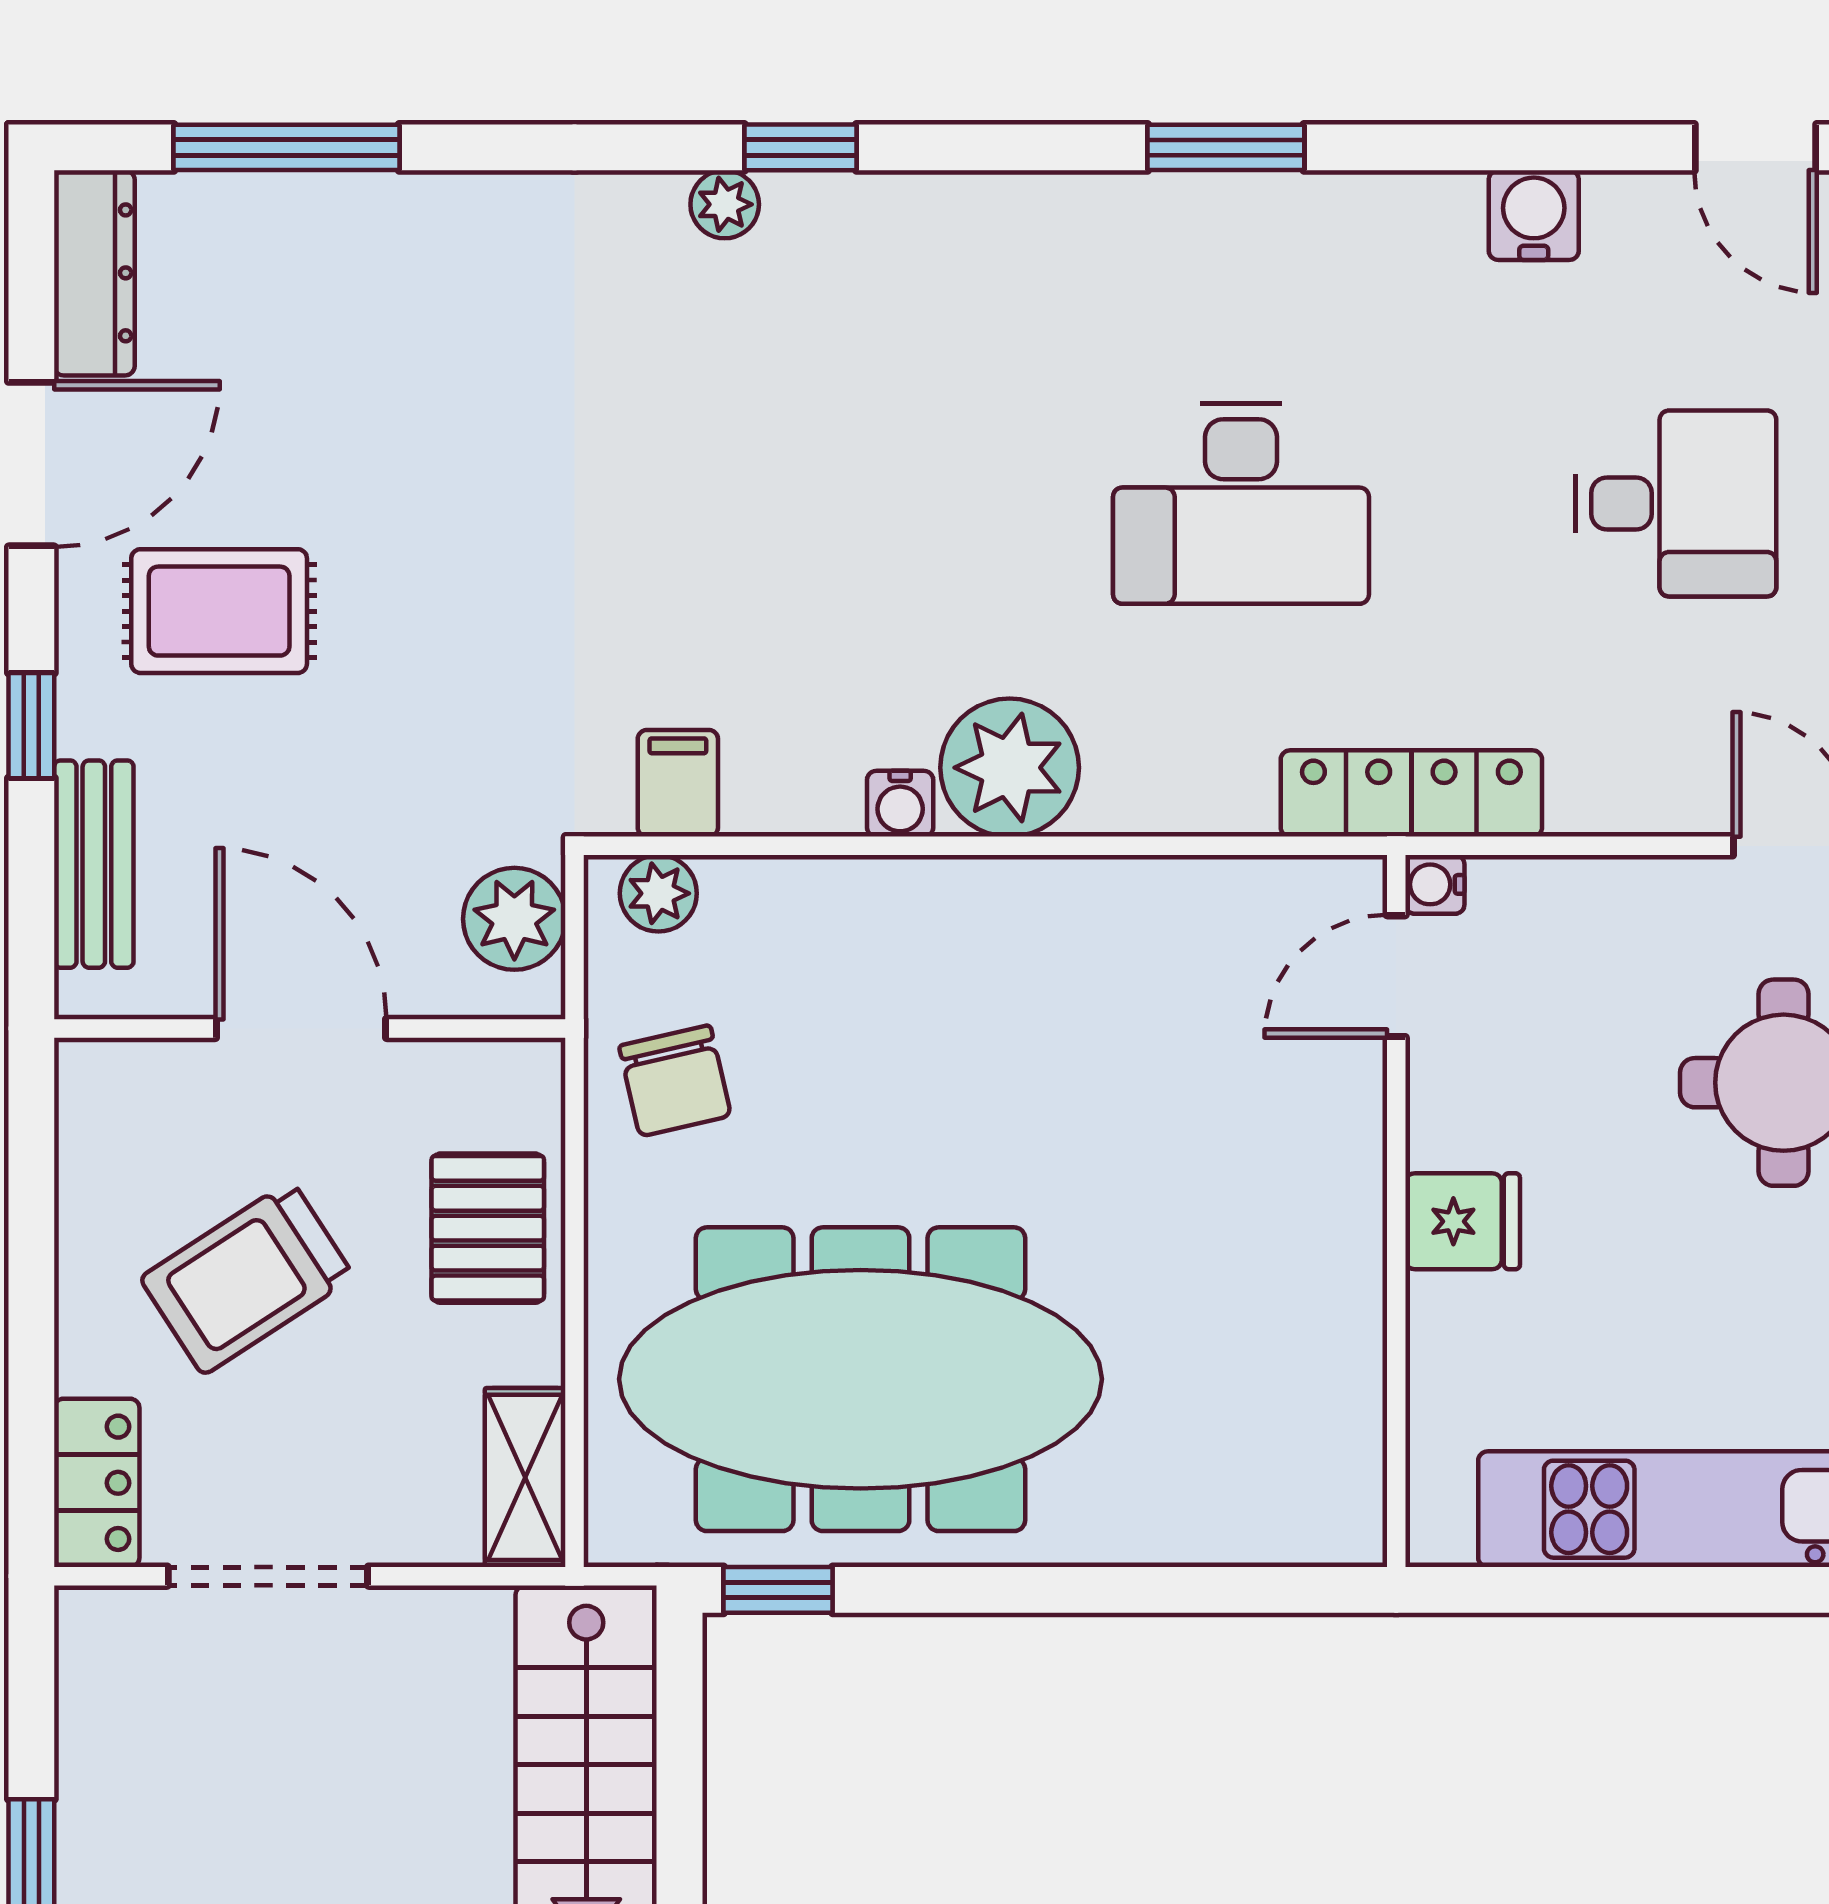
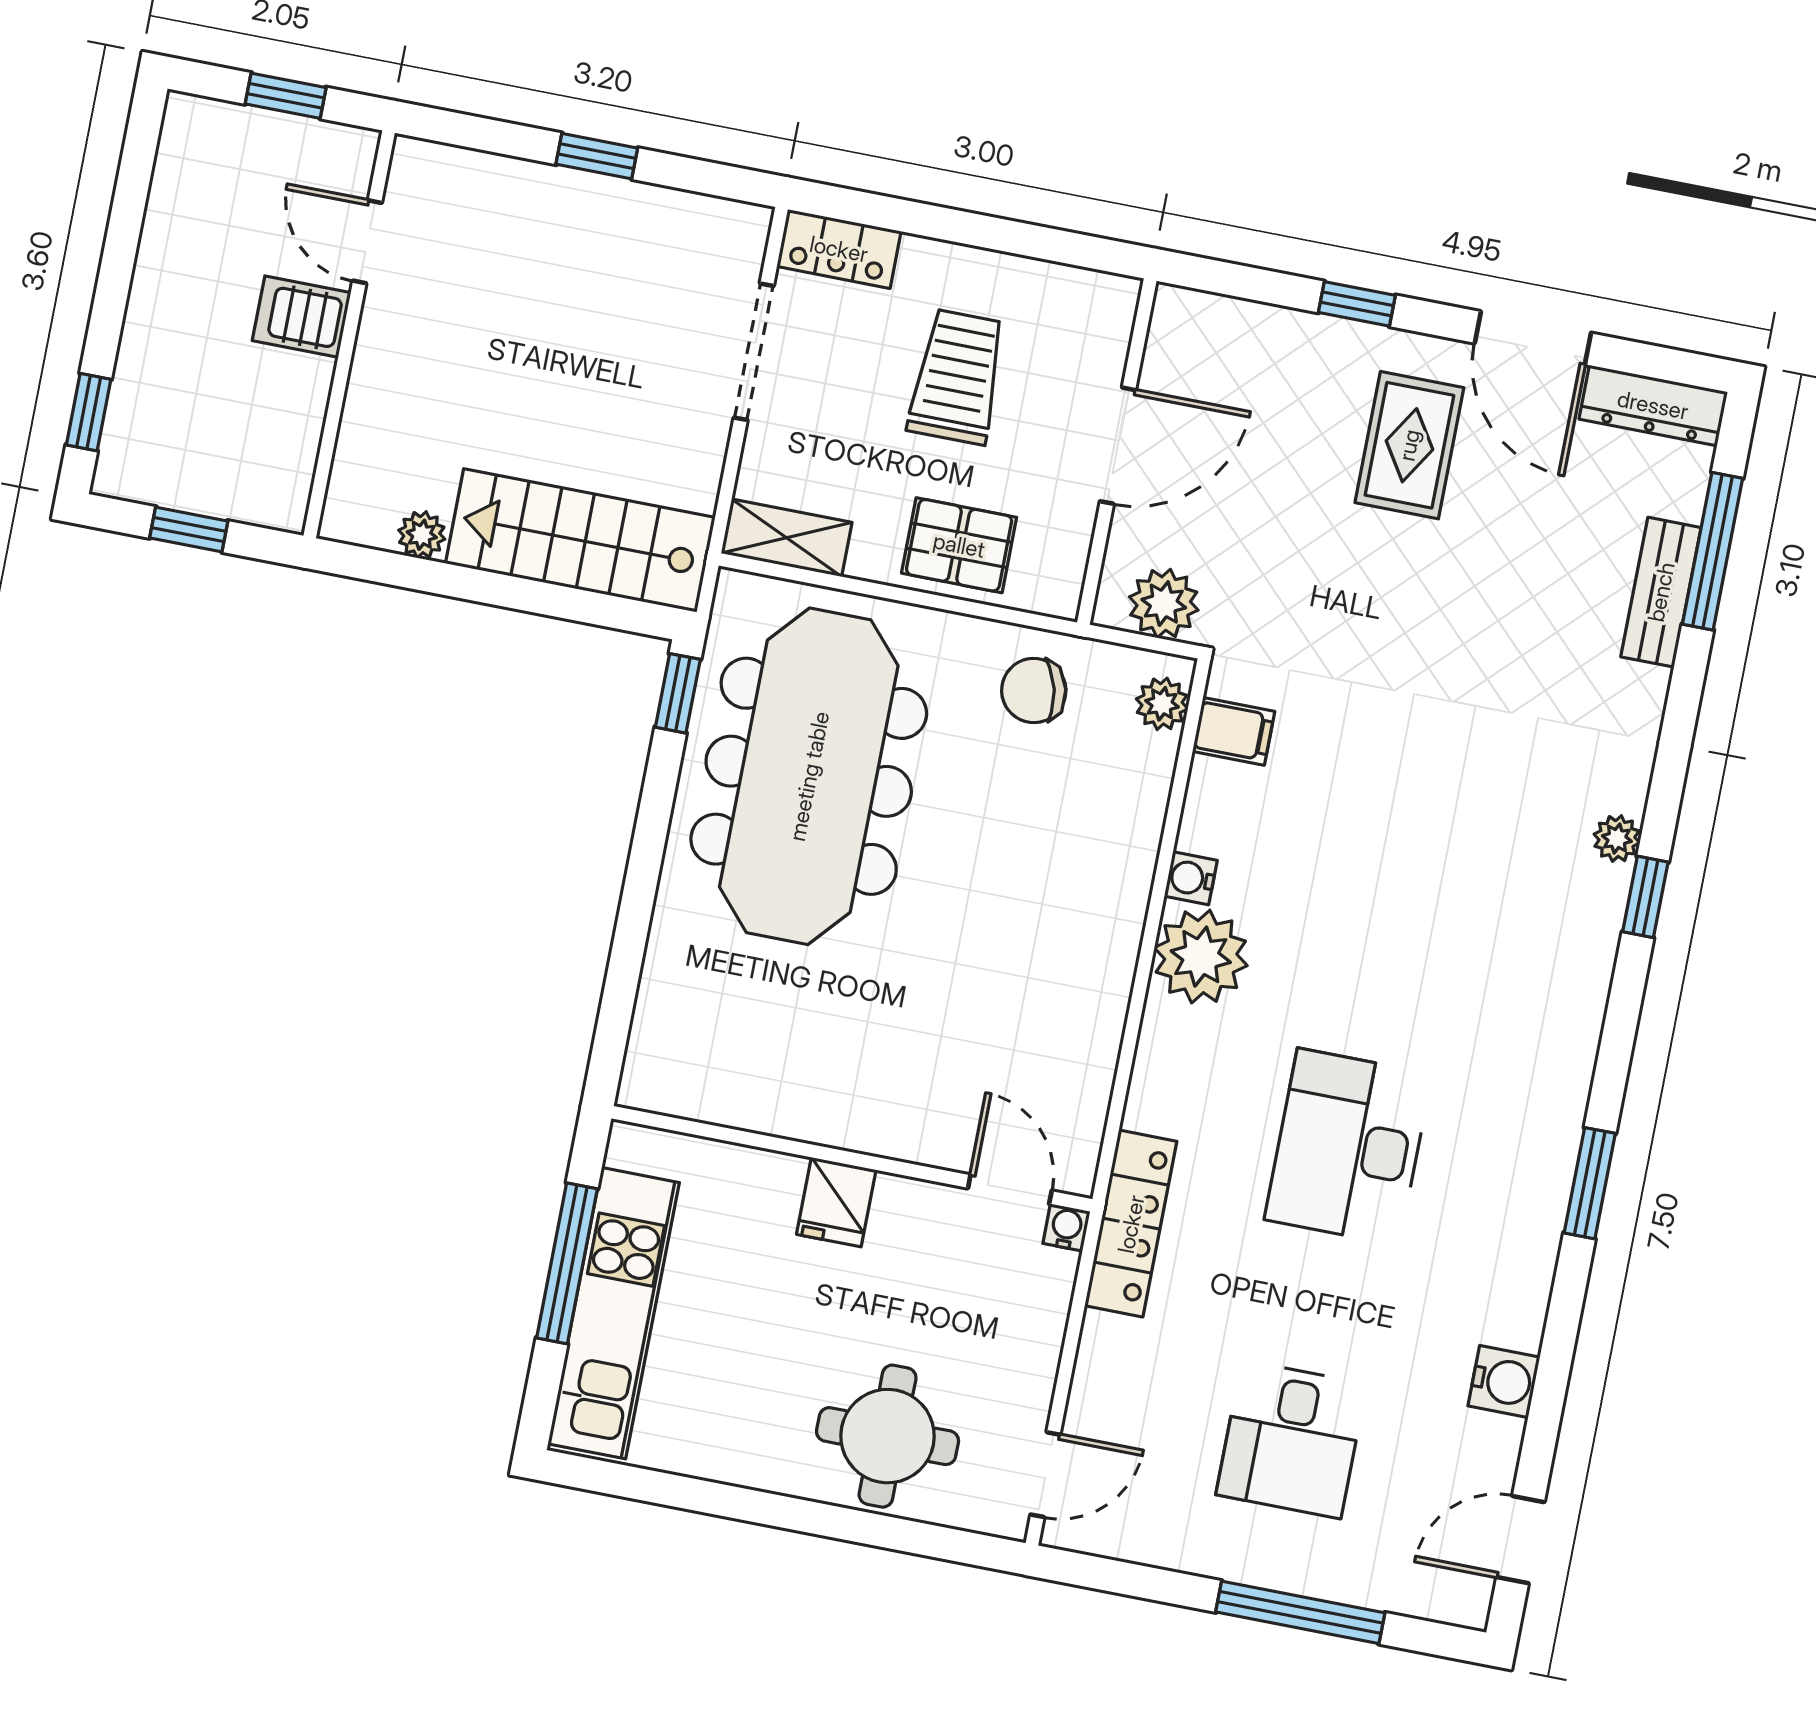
bench: (94, 864) -> (1661, 592), moved, turned 90
trolley: (247, 1278) -> (957, 377), turned 33
window: (1625, 1590) -> (567, 1263), added

